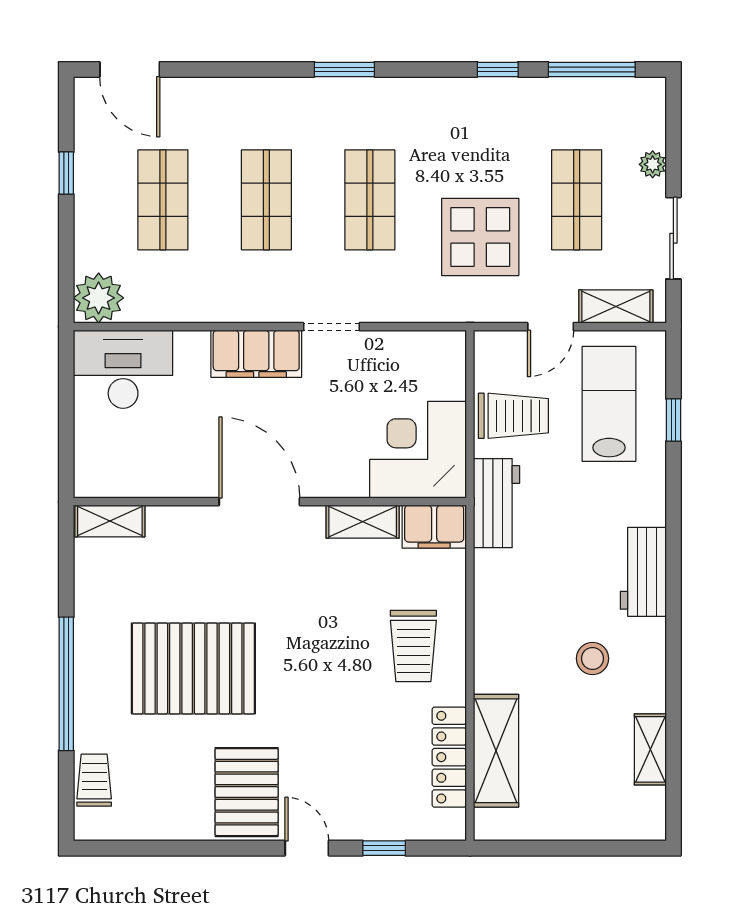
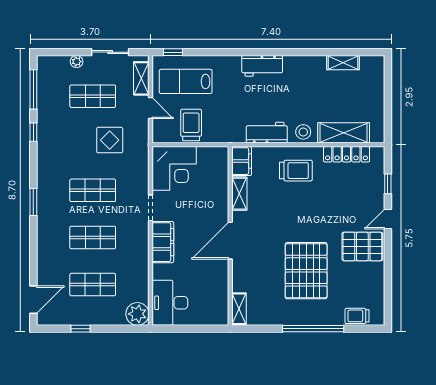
display table: (480, 237) -> (110, 140), width x0.73, depth x0.73
window: (673, 420) -> (173, 52), moved
corner desk: (418, 450) -> (174, 168), moved, turned -90
workbench: (496, 503) -> (267, 133), moved
stool: (592, 658) -> (303, 132), moved

